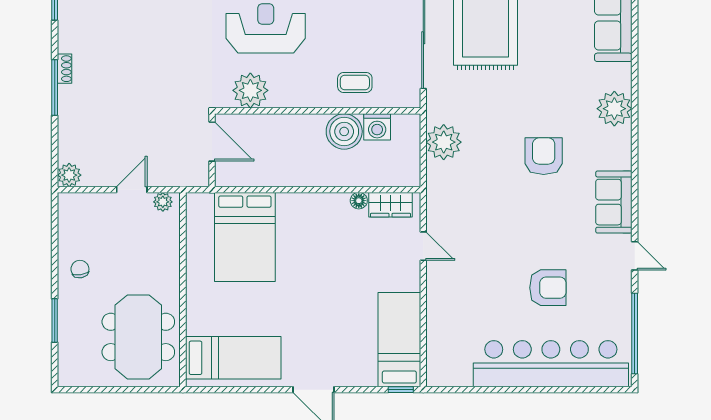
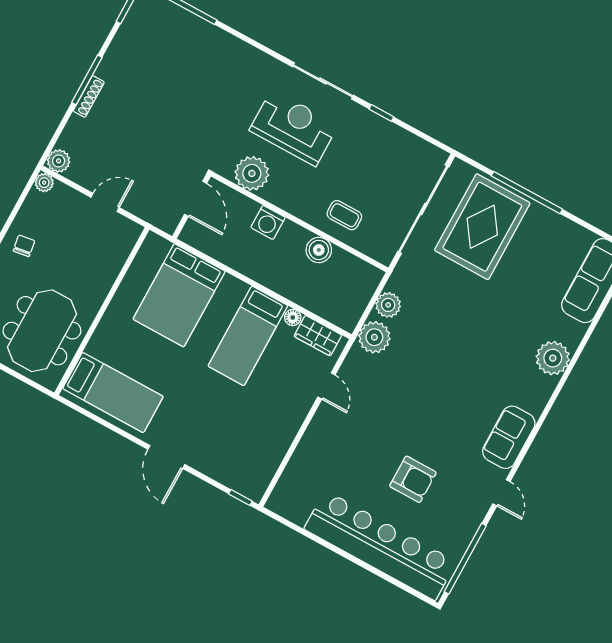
shoe rack: (65, 69) -> (89, 96), moved, width x1.43
washing machine: (377, 127) -> (268, 222), moved
boiler: (344, 131) -> (319, 250), width x0.73, depth x0.73
plant: (444, 142) -> (388, 305), width x0.73, depth x0.73
armchair: (544, 156) -> (471, 366), removed
plant: (443, 178) -> (374, 337), added
plant: (163, 202) -> (44, 183), moved
bed: (399, 340) -> (248, 336), moved, turned 180

